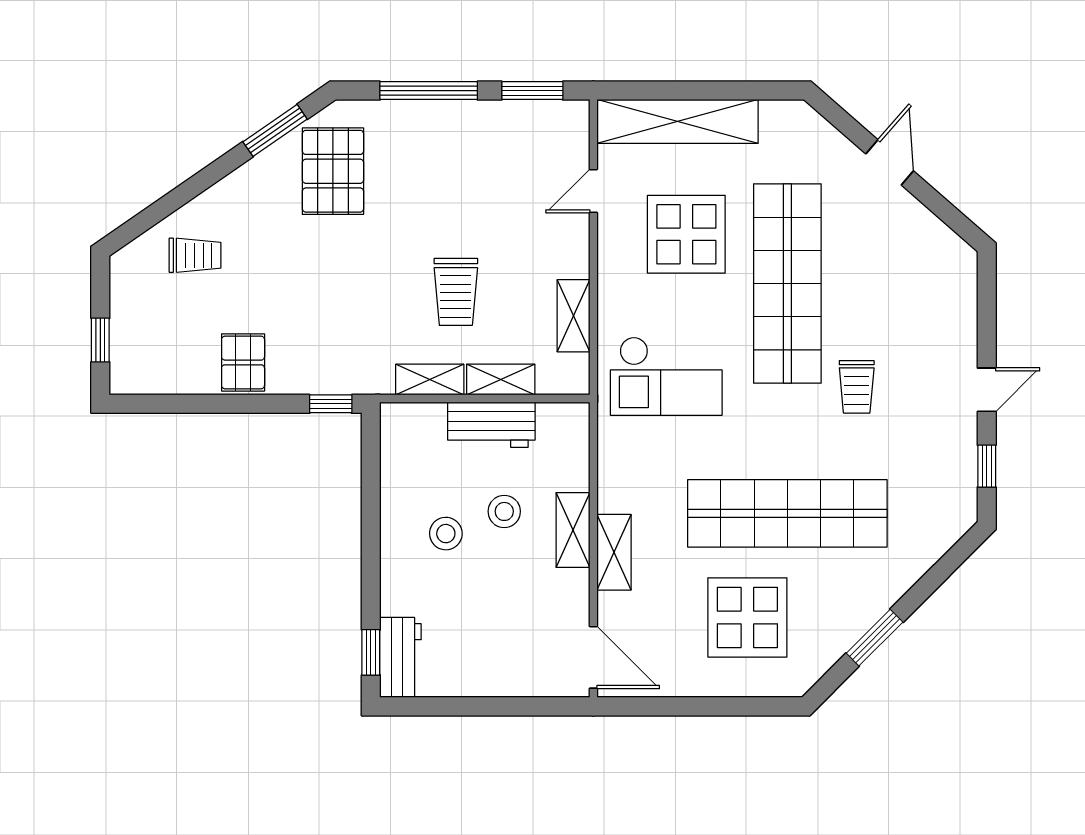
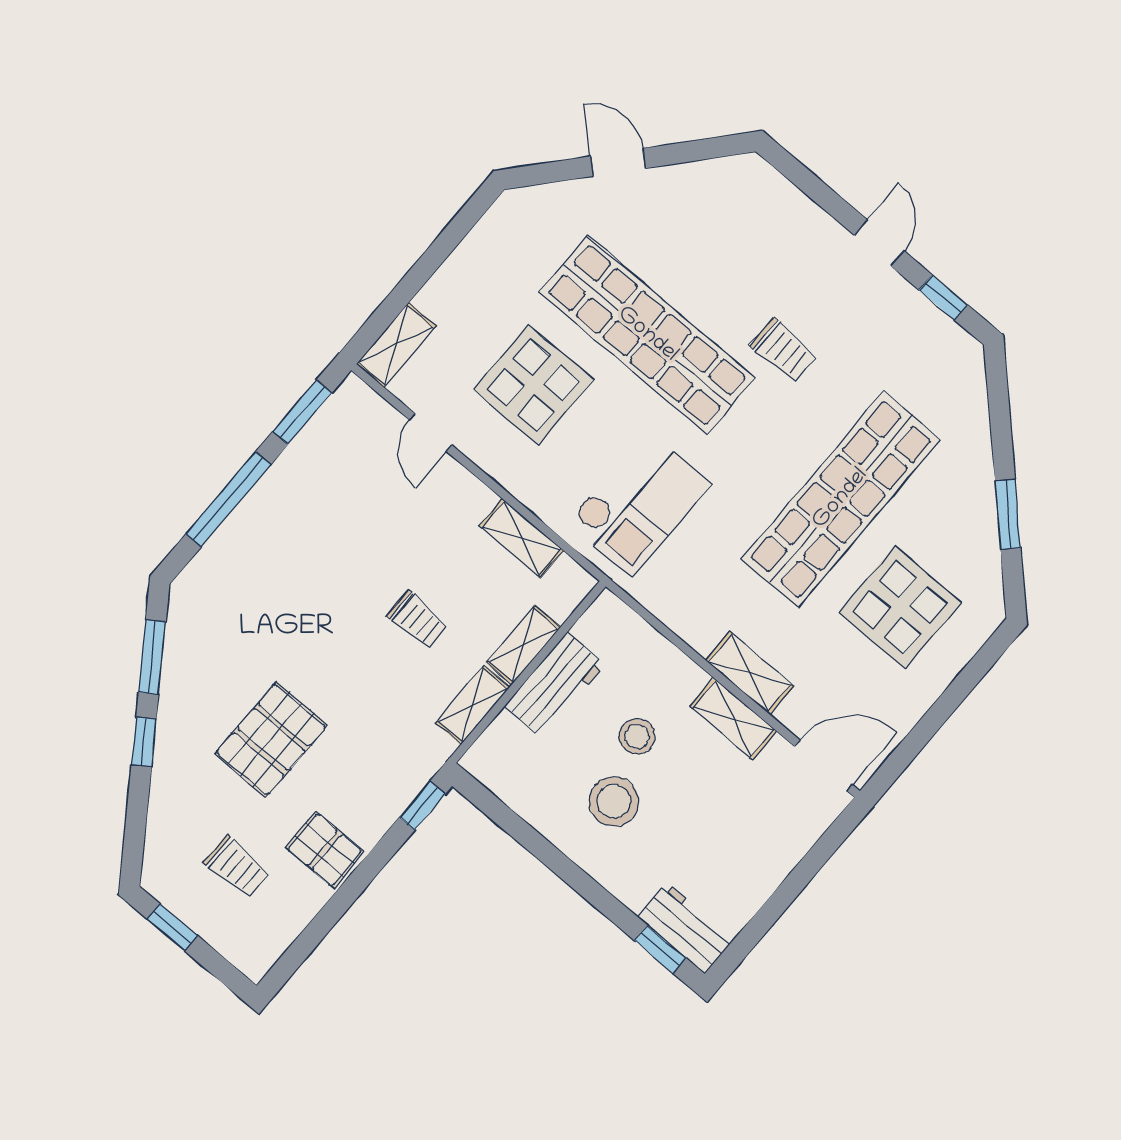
shelving: (677, 121) -> (396, 345), width x0.45, depth x0.75
pallet: (333, 171) -> (271, 740), moved, turned 90
window: (212, 174) -> (144, 742), added
trolley: (195, 255) -> (237, 867), moved, turned 90
trolley: (456, 292) -> (417, 620), width x0.73, depth x0.72
window: (100, 340) -> (172, 927), moved
shelving: (573, 530) -> (733, 719), moved
stool: (446, 534) -> (614, 801), width x1.38, depth x1.38

